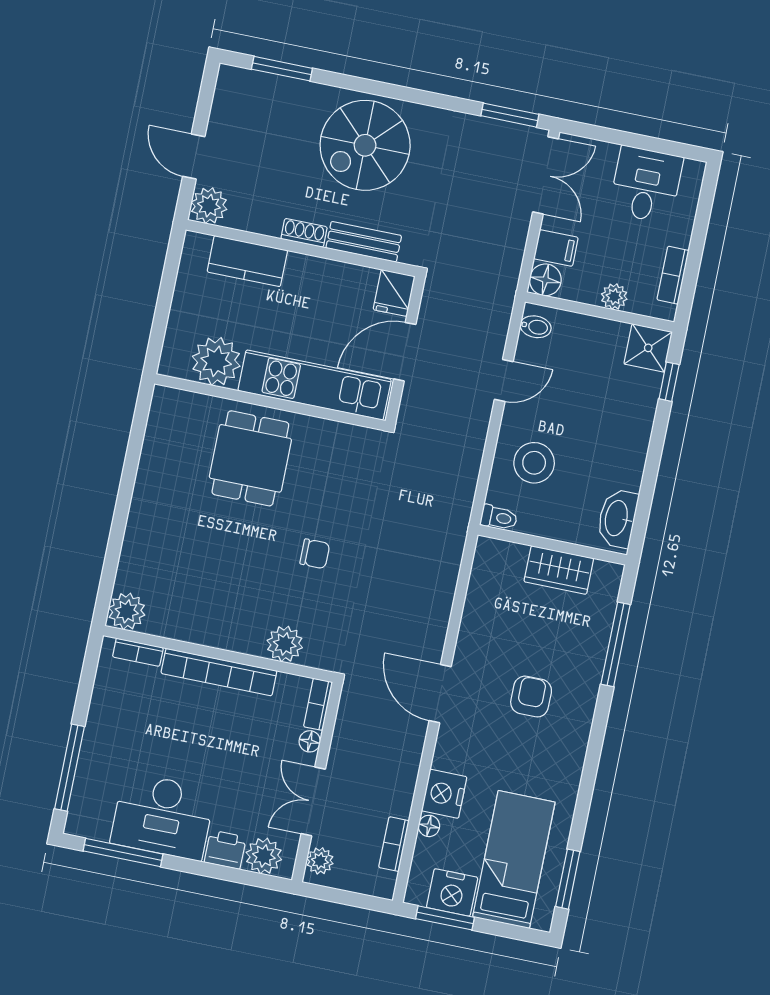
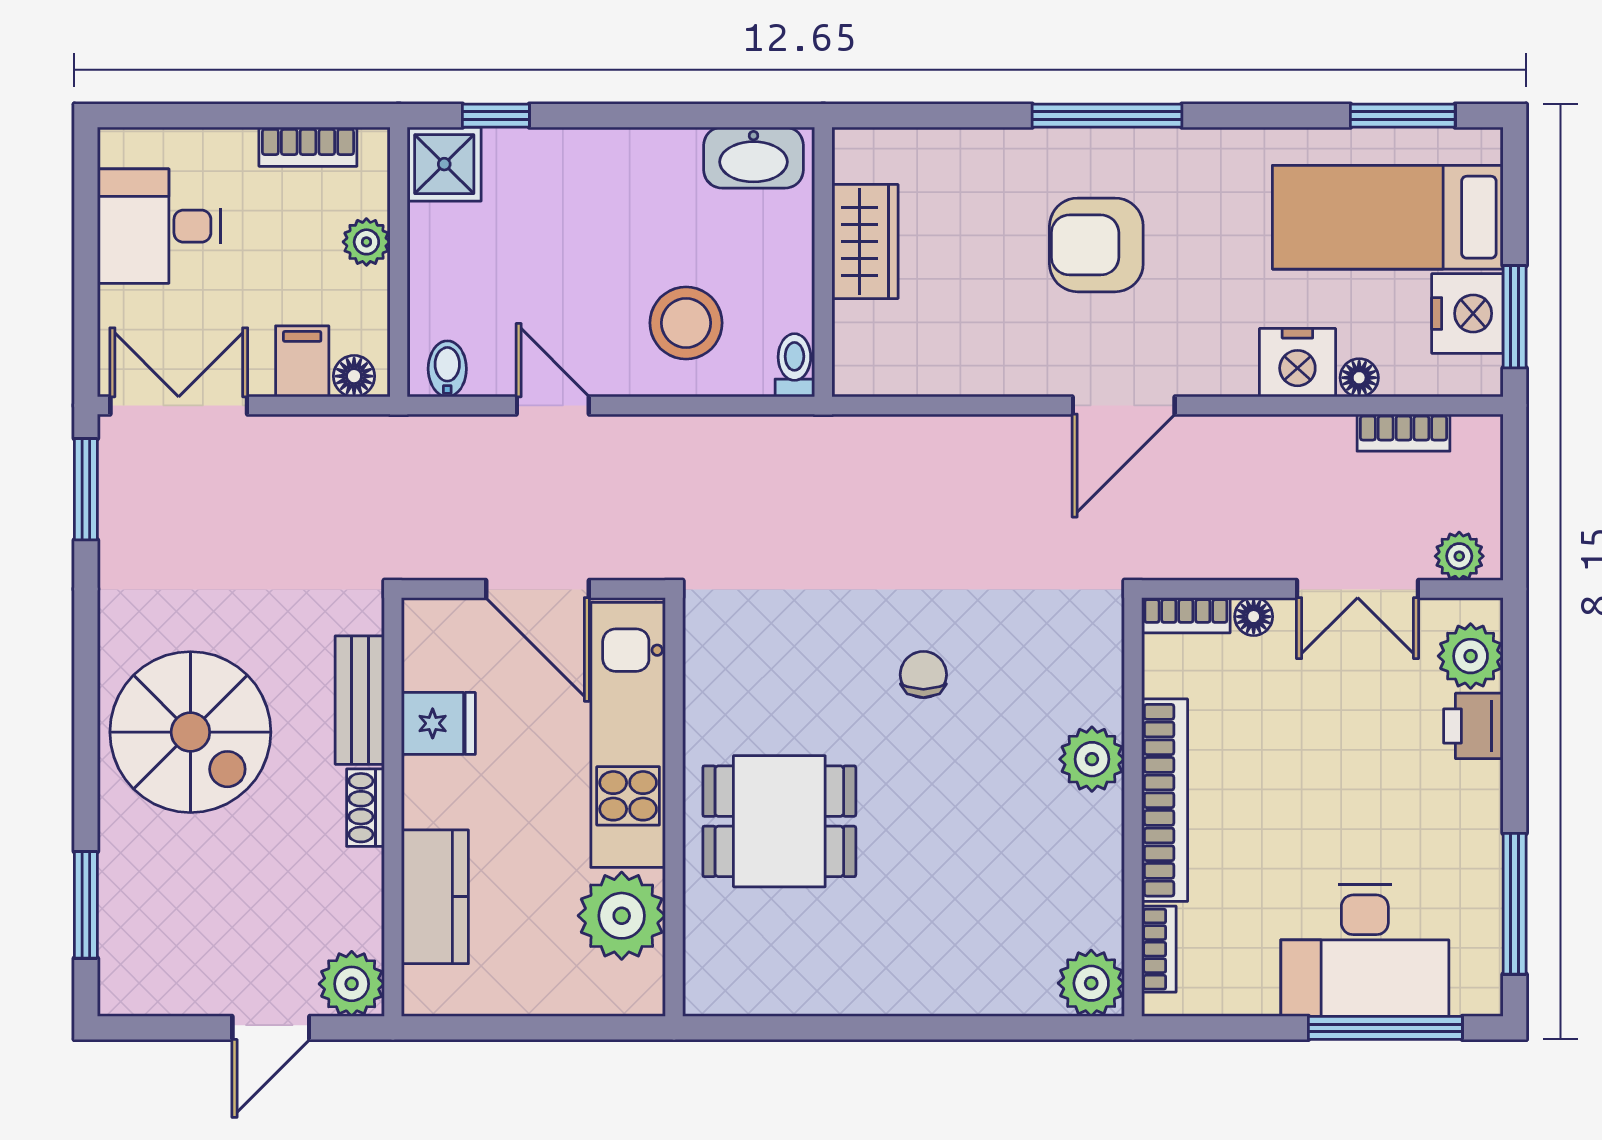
floor lamp: (545, 280) -> (354, 376), width x0.73, depth x0.73
fridge: (394, 293) -> (438, 723), moved
plant: (285, 644) -> (1092, 759), moved
window: (616, 644) -> (1107, 116), moved
armchair: (531, 697) -> (1096, 245), width x1.38, depth x1.38
desk: (163, 816) -> (1365, 950), moved, turned 90

